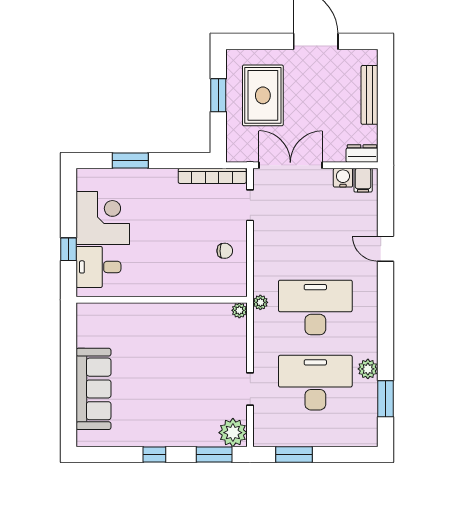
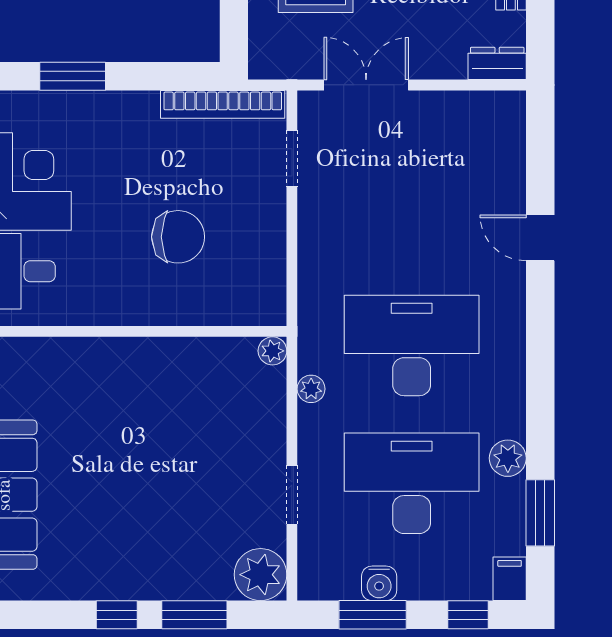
double door: (290, 165) -> (366, 85), width x0.73
water cooler: (343, 178) -> (379, 583), moved, turned 180
filing cabinet: (363, 180) -> (510, 579), moved, turned 180
chair: (225, 251) -> (178, 237), moved, width x1.87, depth x1.87
plant: (260, 302) -> (311, 389), moved
window: (214, 454) -> (194, 615), moved
window: (346, 454) -> (468, 615), added

